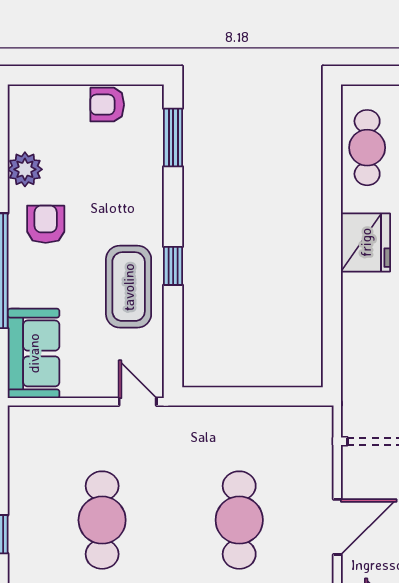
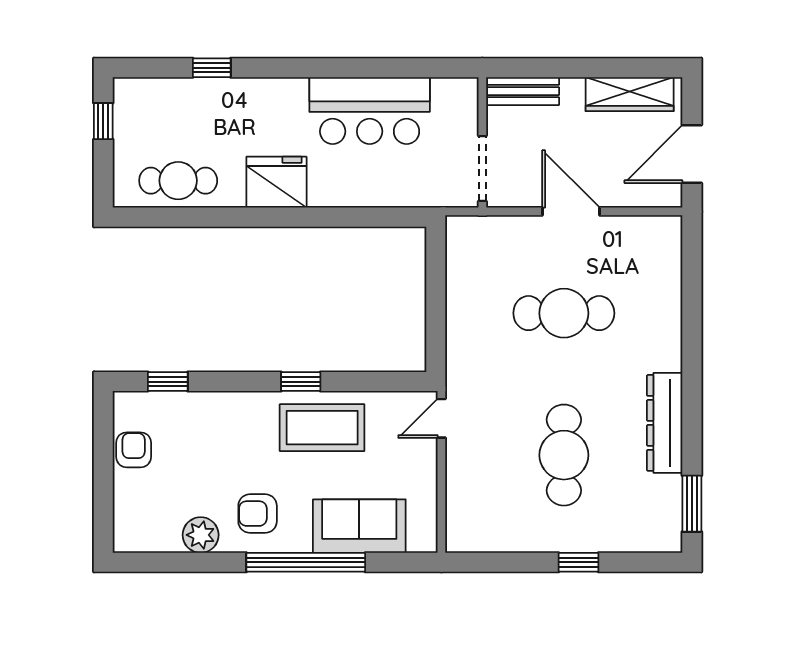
armchair: (107, 105) -> (134, 450), turned 180
window: (173, 138) -> (168, 382), width x0.67
sofa: (34, 353) -> (359, 526), moved
cafe table: (102, 520) -> (564, 455), turned 90

